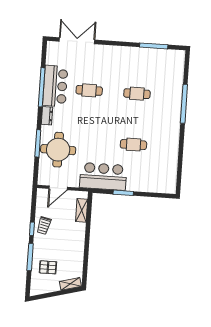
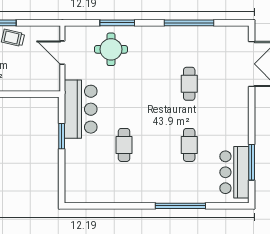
bar counter: (55, 86) -> (234, 172), moved, turned 90
dresser: (47, 116) -> (153, 32), removed
round table: (58, 150) -> (111, 49), width x0.73, depth x0.73
shelving: (82, 210) -> (36, 85), removed

